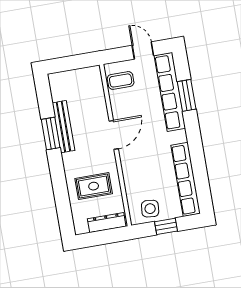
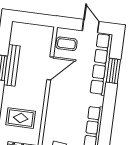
door: (114, 135) -> (50, 68), moved

